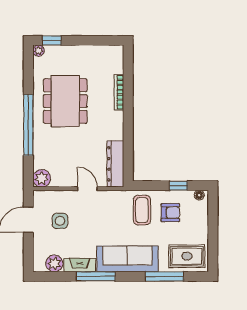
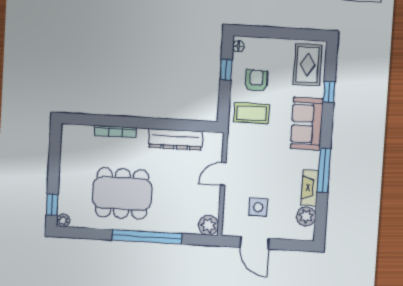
dresser: (115, 164) -> (176, 139), moved
sofa: (127, 259) -> (307, 124), width x0.73
window: (165, 276) -> (329, 92), width x0.46

